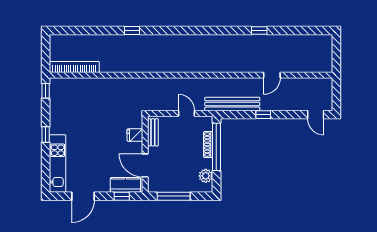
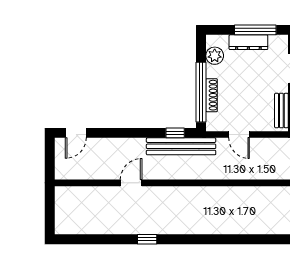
window: (263, 115) -> (175, 133), moved
door: (316, 115) -> (76, 133), swing flipped
dresser: (179, 186) -> (248, 42), added

